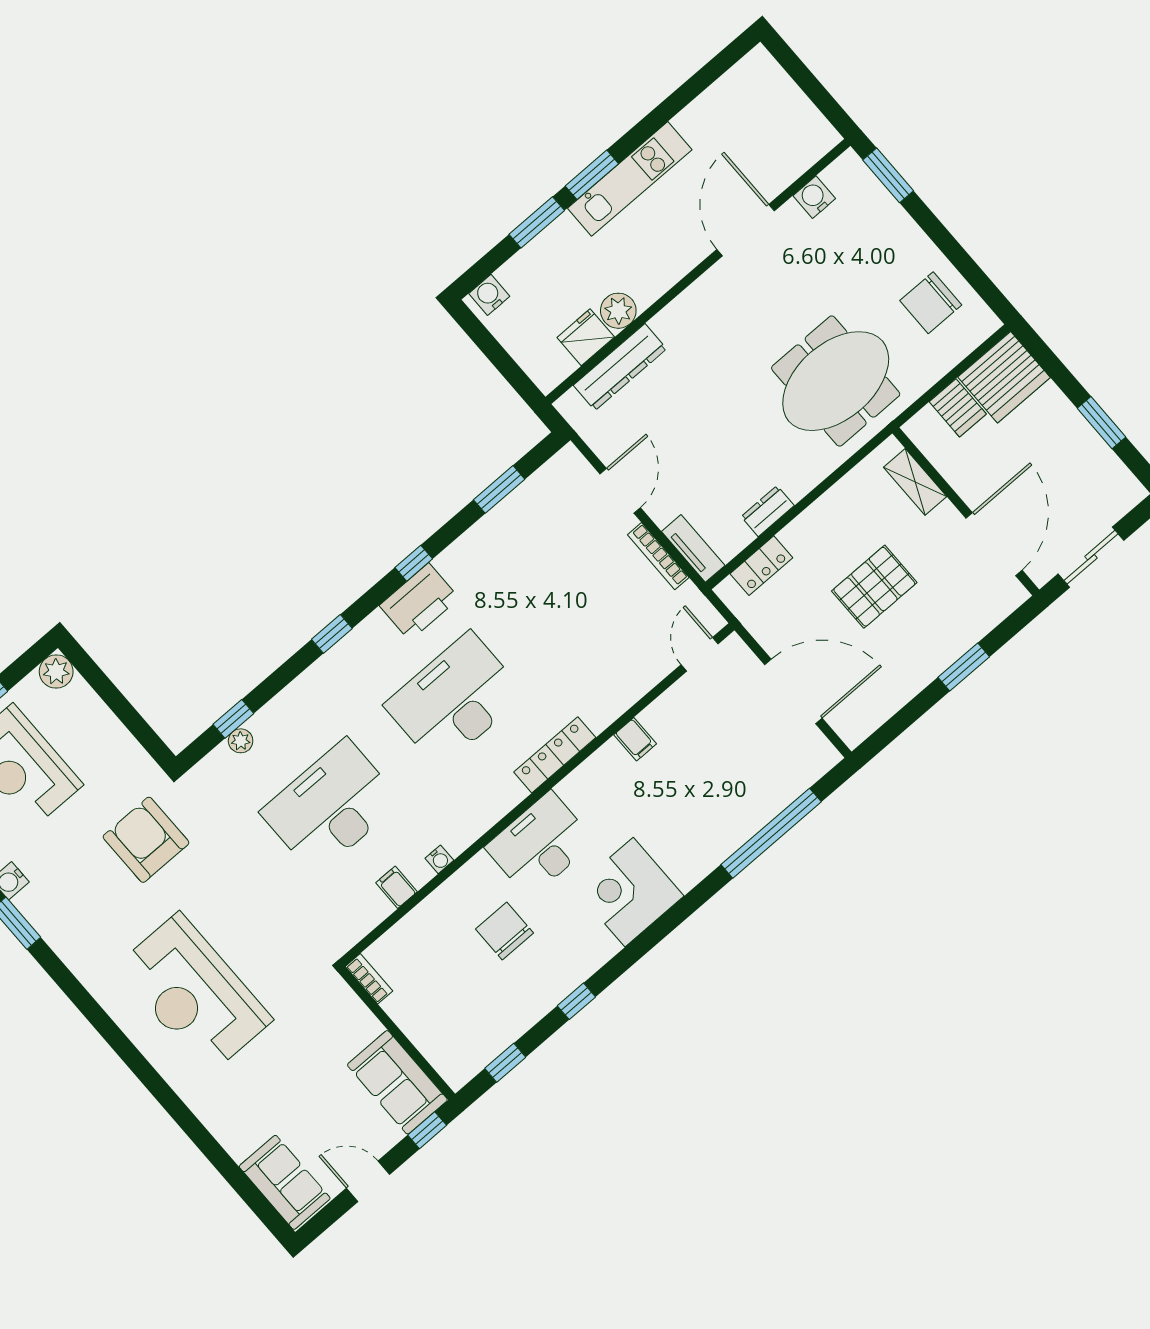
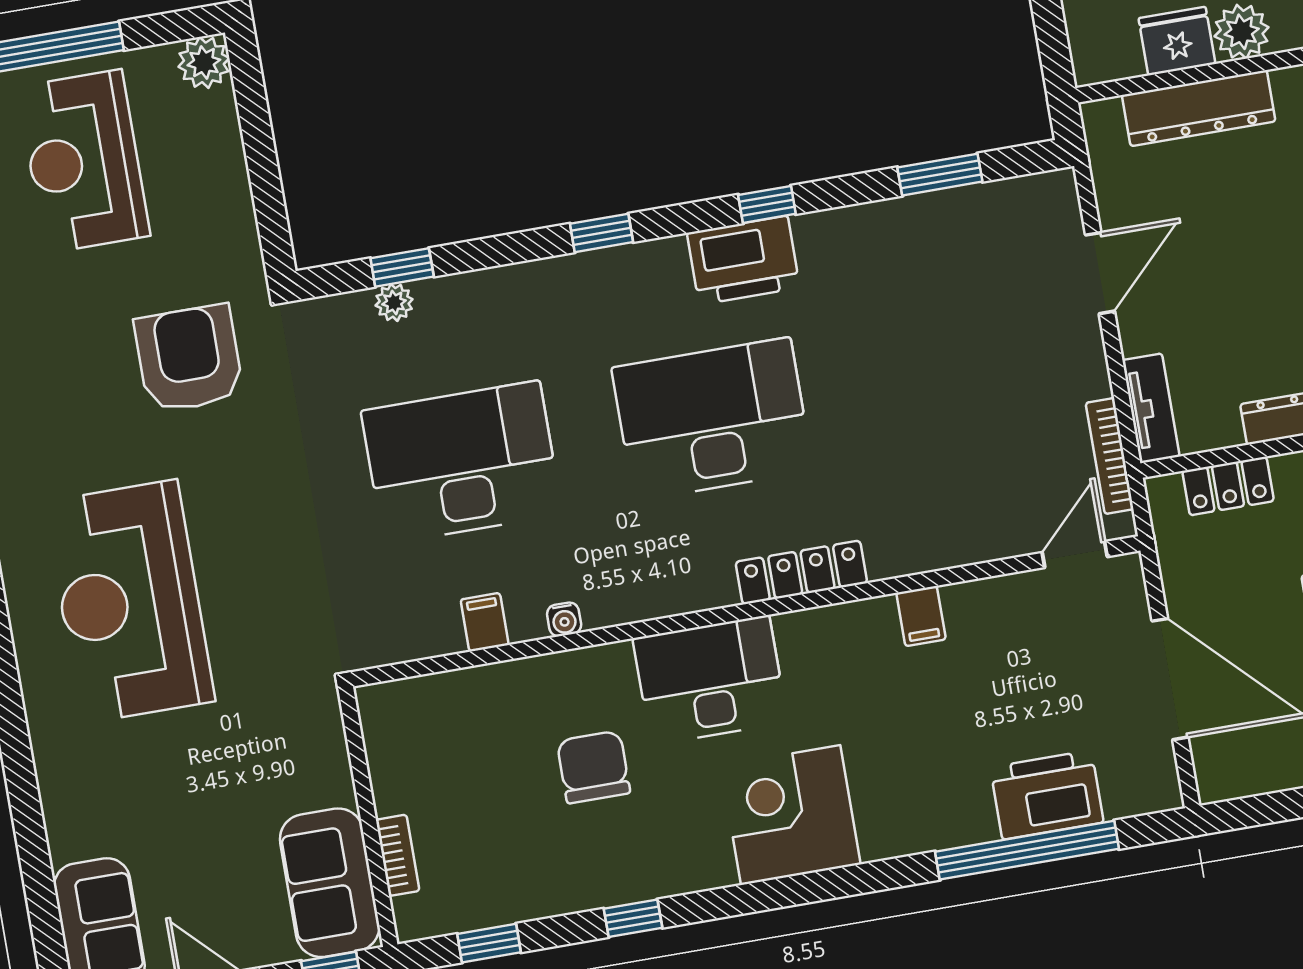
bookcase: (658, 556) -> (1110, 456), moved
printer: (764, 796) -> (1047, 795), added
bookcase: (369, 979) -> (398, 855), moved

